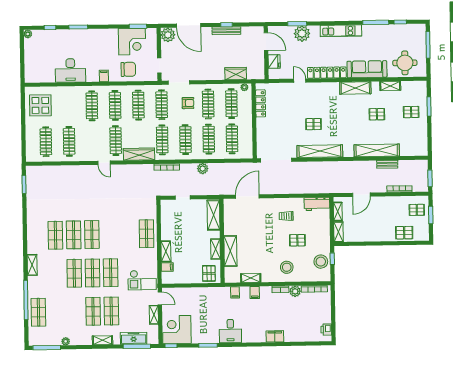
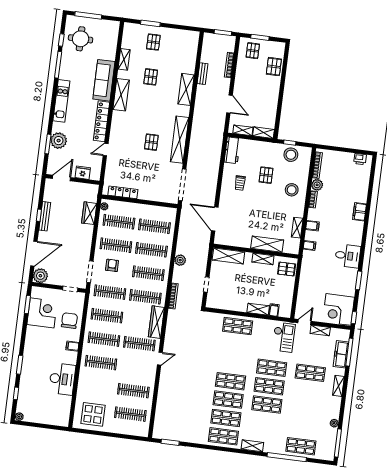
round table: (405, 63) -> (81, 39), moved
shelving: (377, 150) -> (186, 89), width x0.68
shop shelf: (93, 311) -> (223, 436), moved

